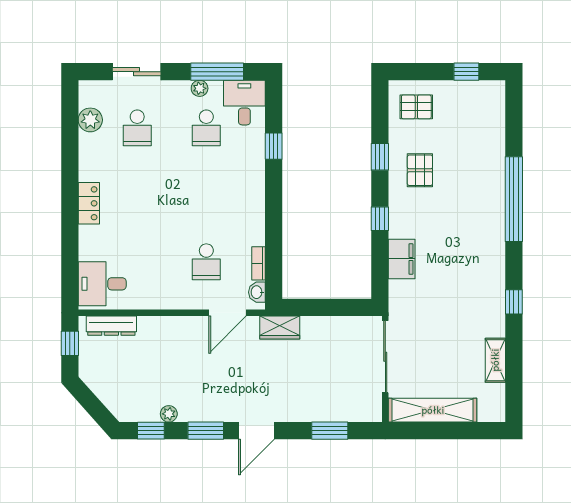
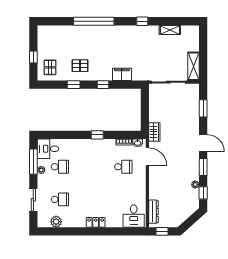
window: (466, 72) -> (33, 57), moved
window: (274, 146) -> (97, 135), moved
shelving: (433, 410) -> (193, 66), width x0.68

